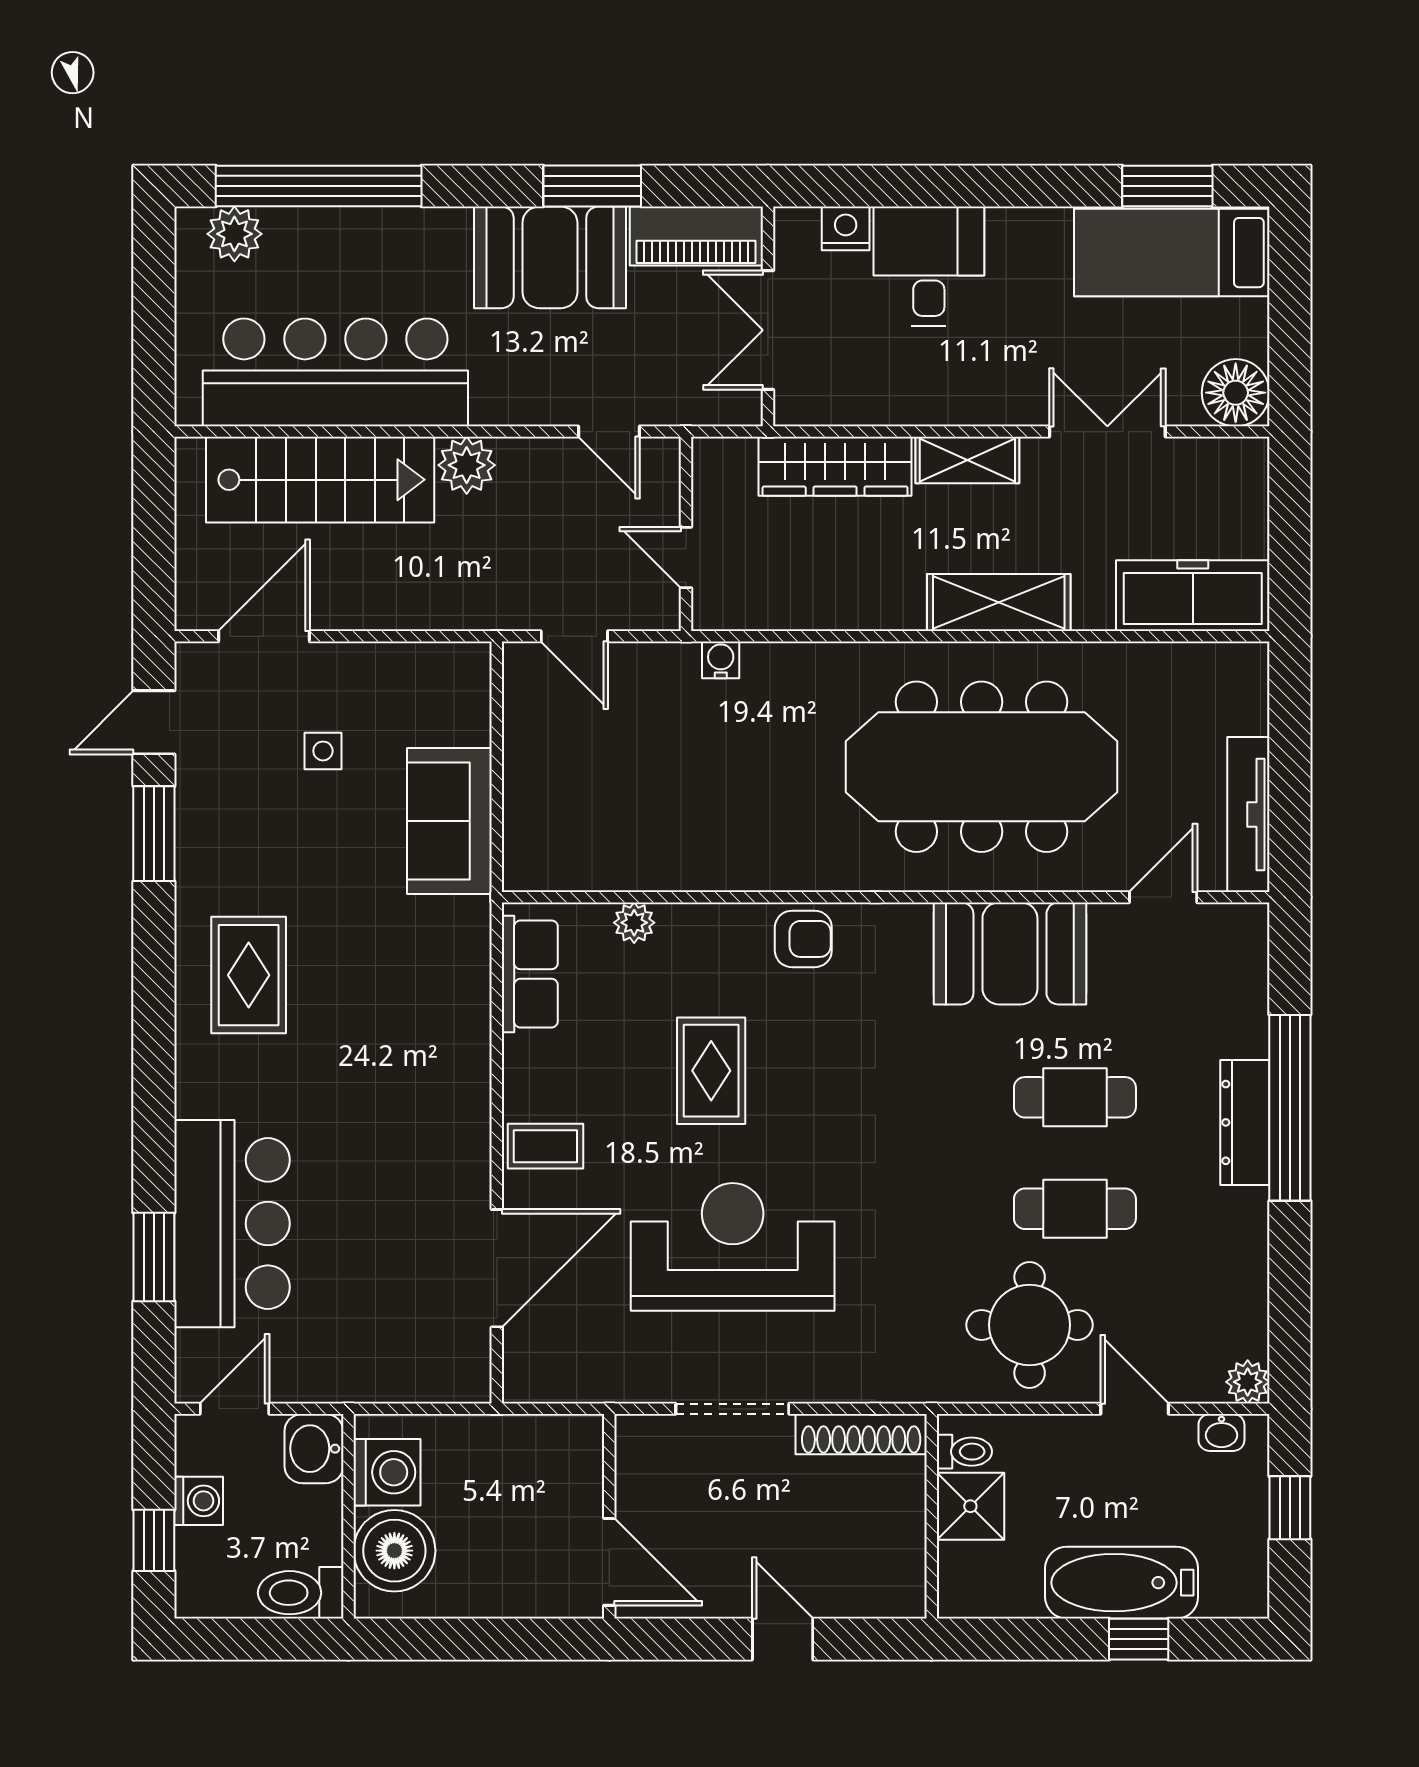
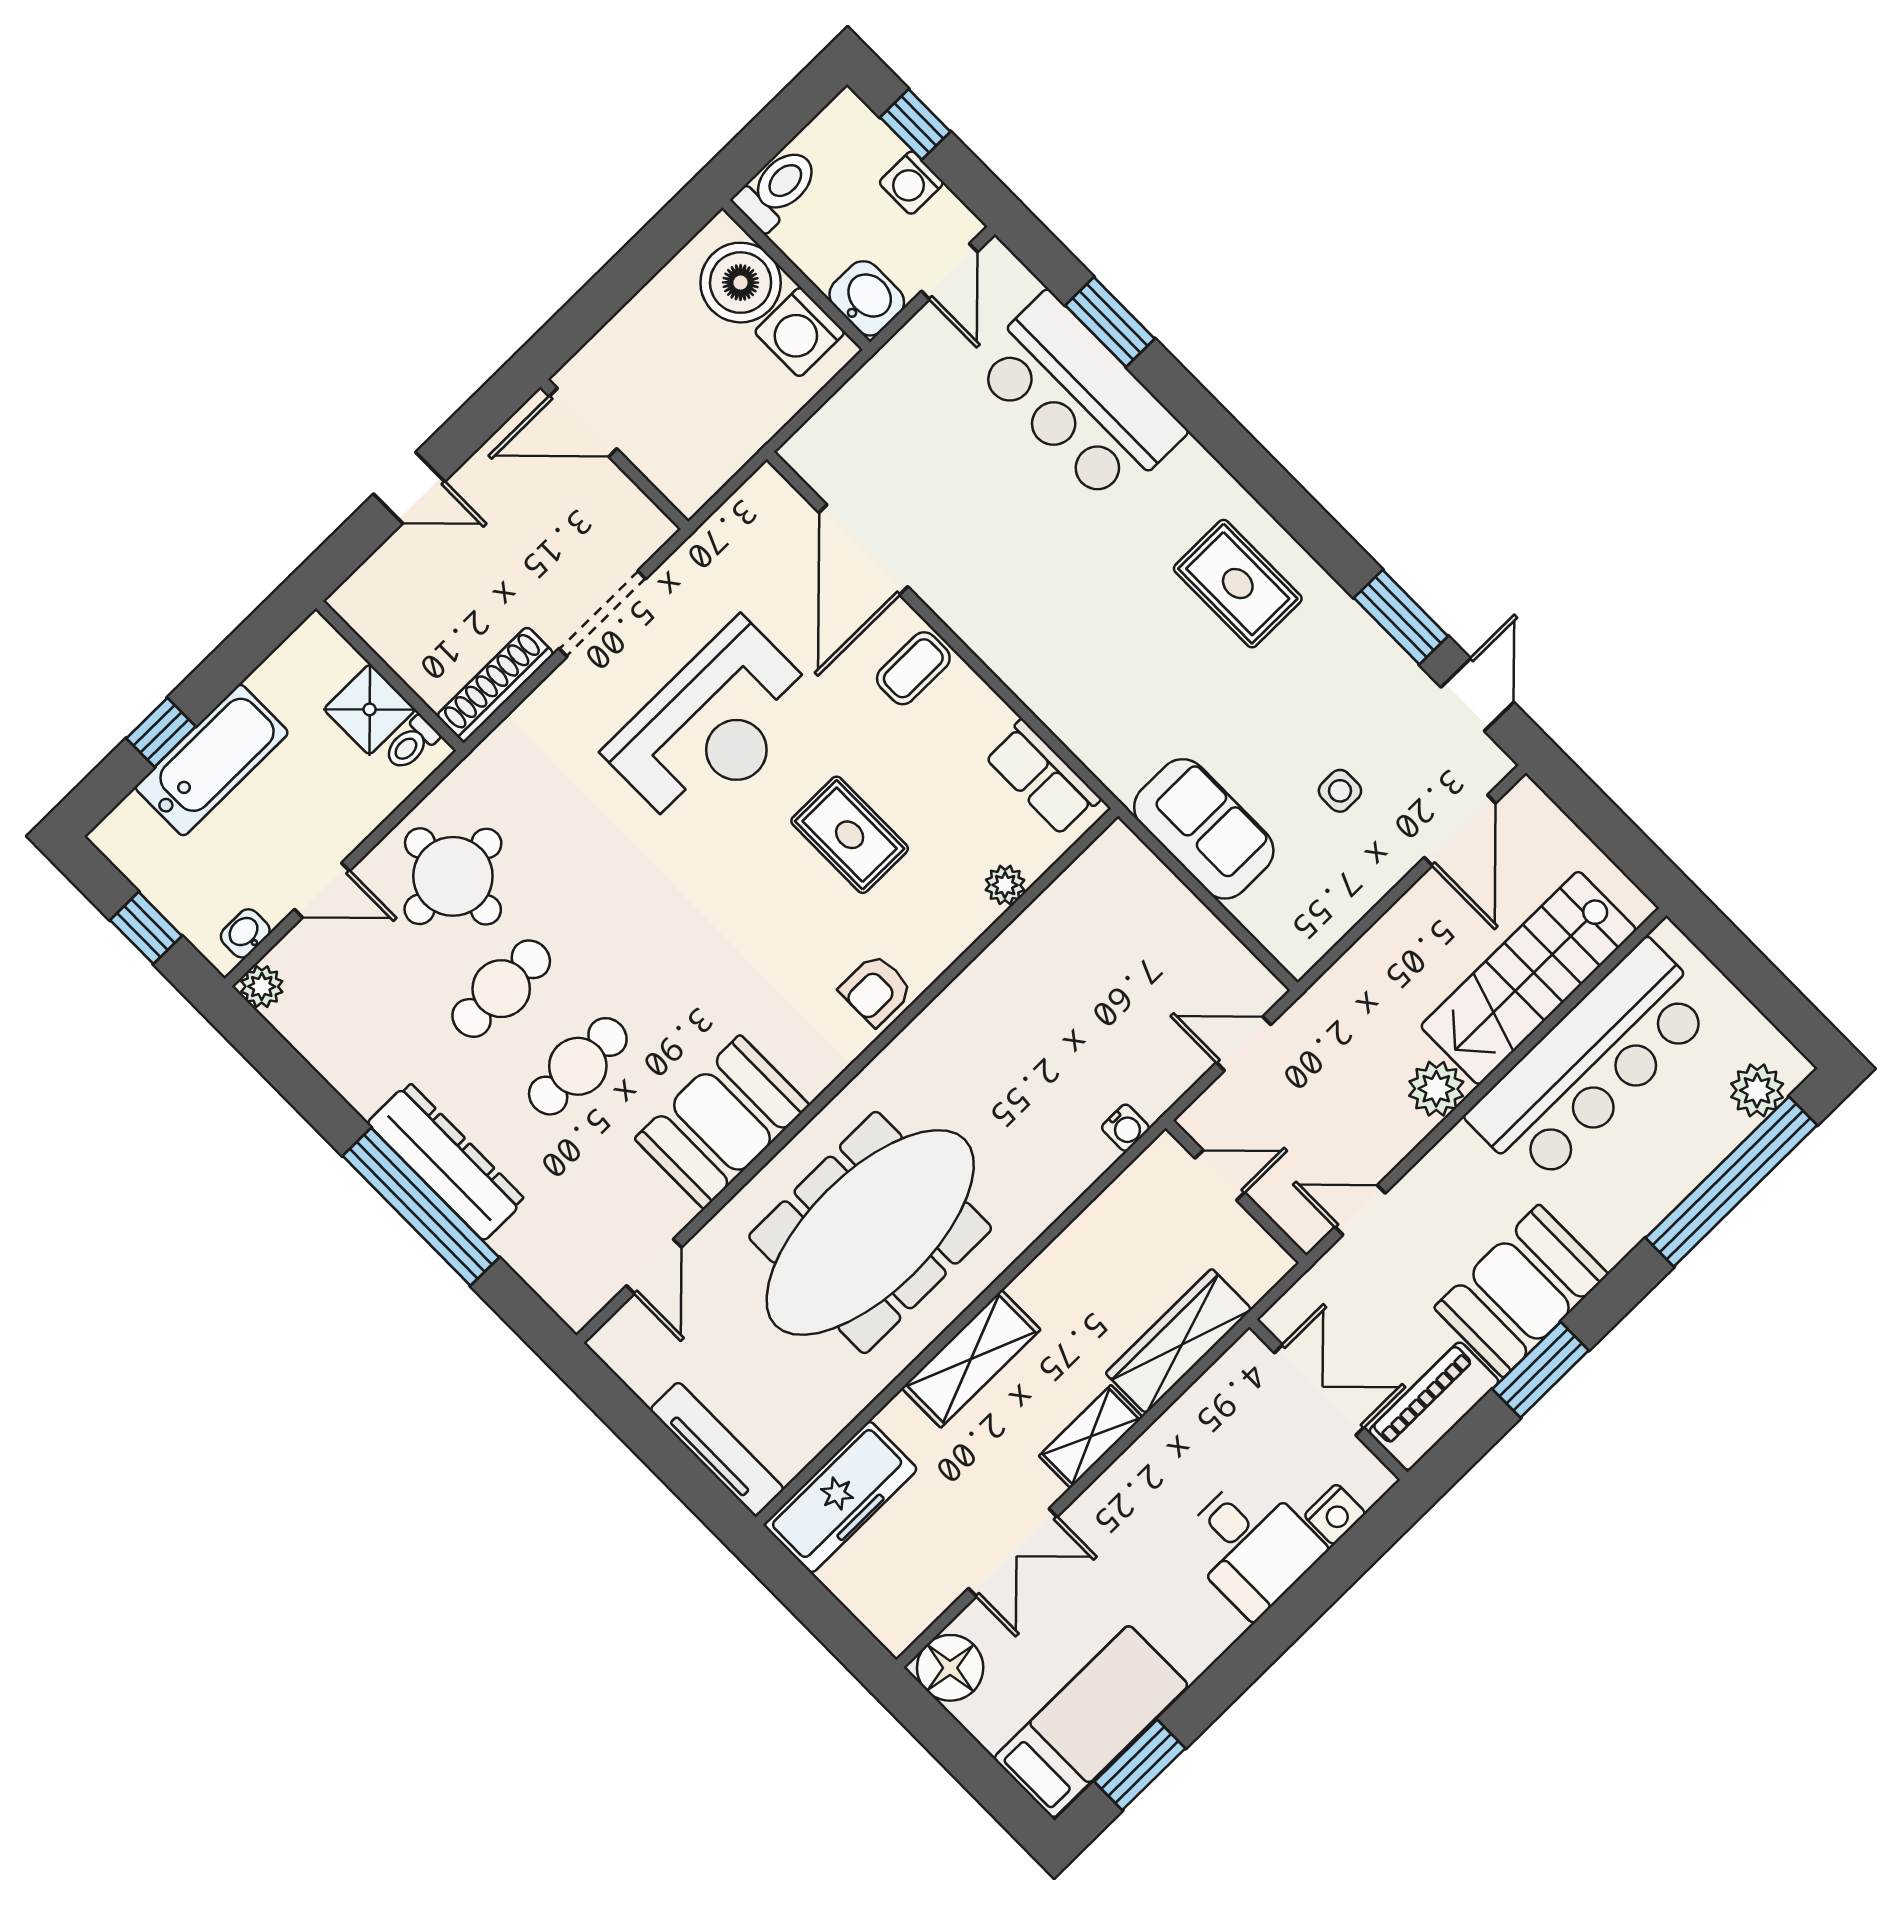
tv unit: (1248, 815) -> (717, 1449), moved
dresser: (1245, 1122) -> (446, 1161), width x1.37, depth x1.24

